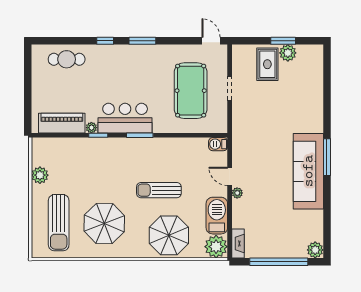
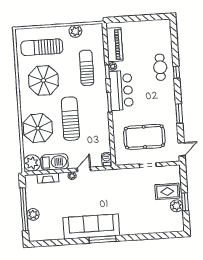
window: (142, 41) -> (179, 114), moved
cafe table: (67, 59) -> (160, 67), moved
sun lounger: (91, 163) -> (87, 68), added
sun lounger: (159, 190) -> (70, 119), width x1.36, depth x1.34
fireplace: (238, 244) -> (48, 178), moved
plant: (315, 250) -> (33, 214), moved

